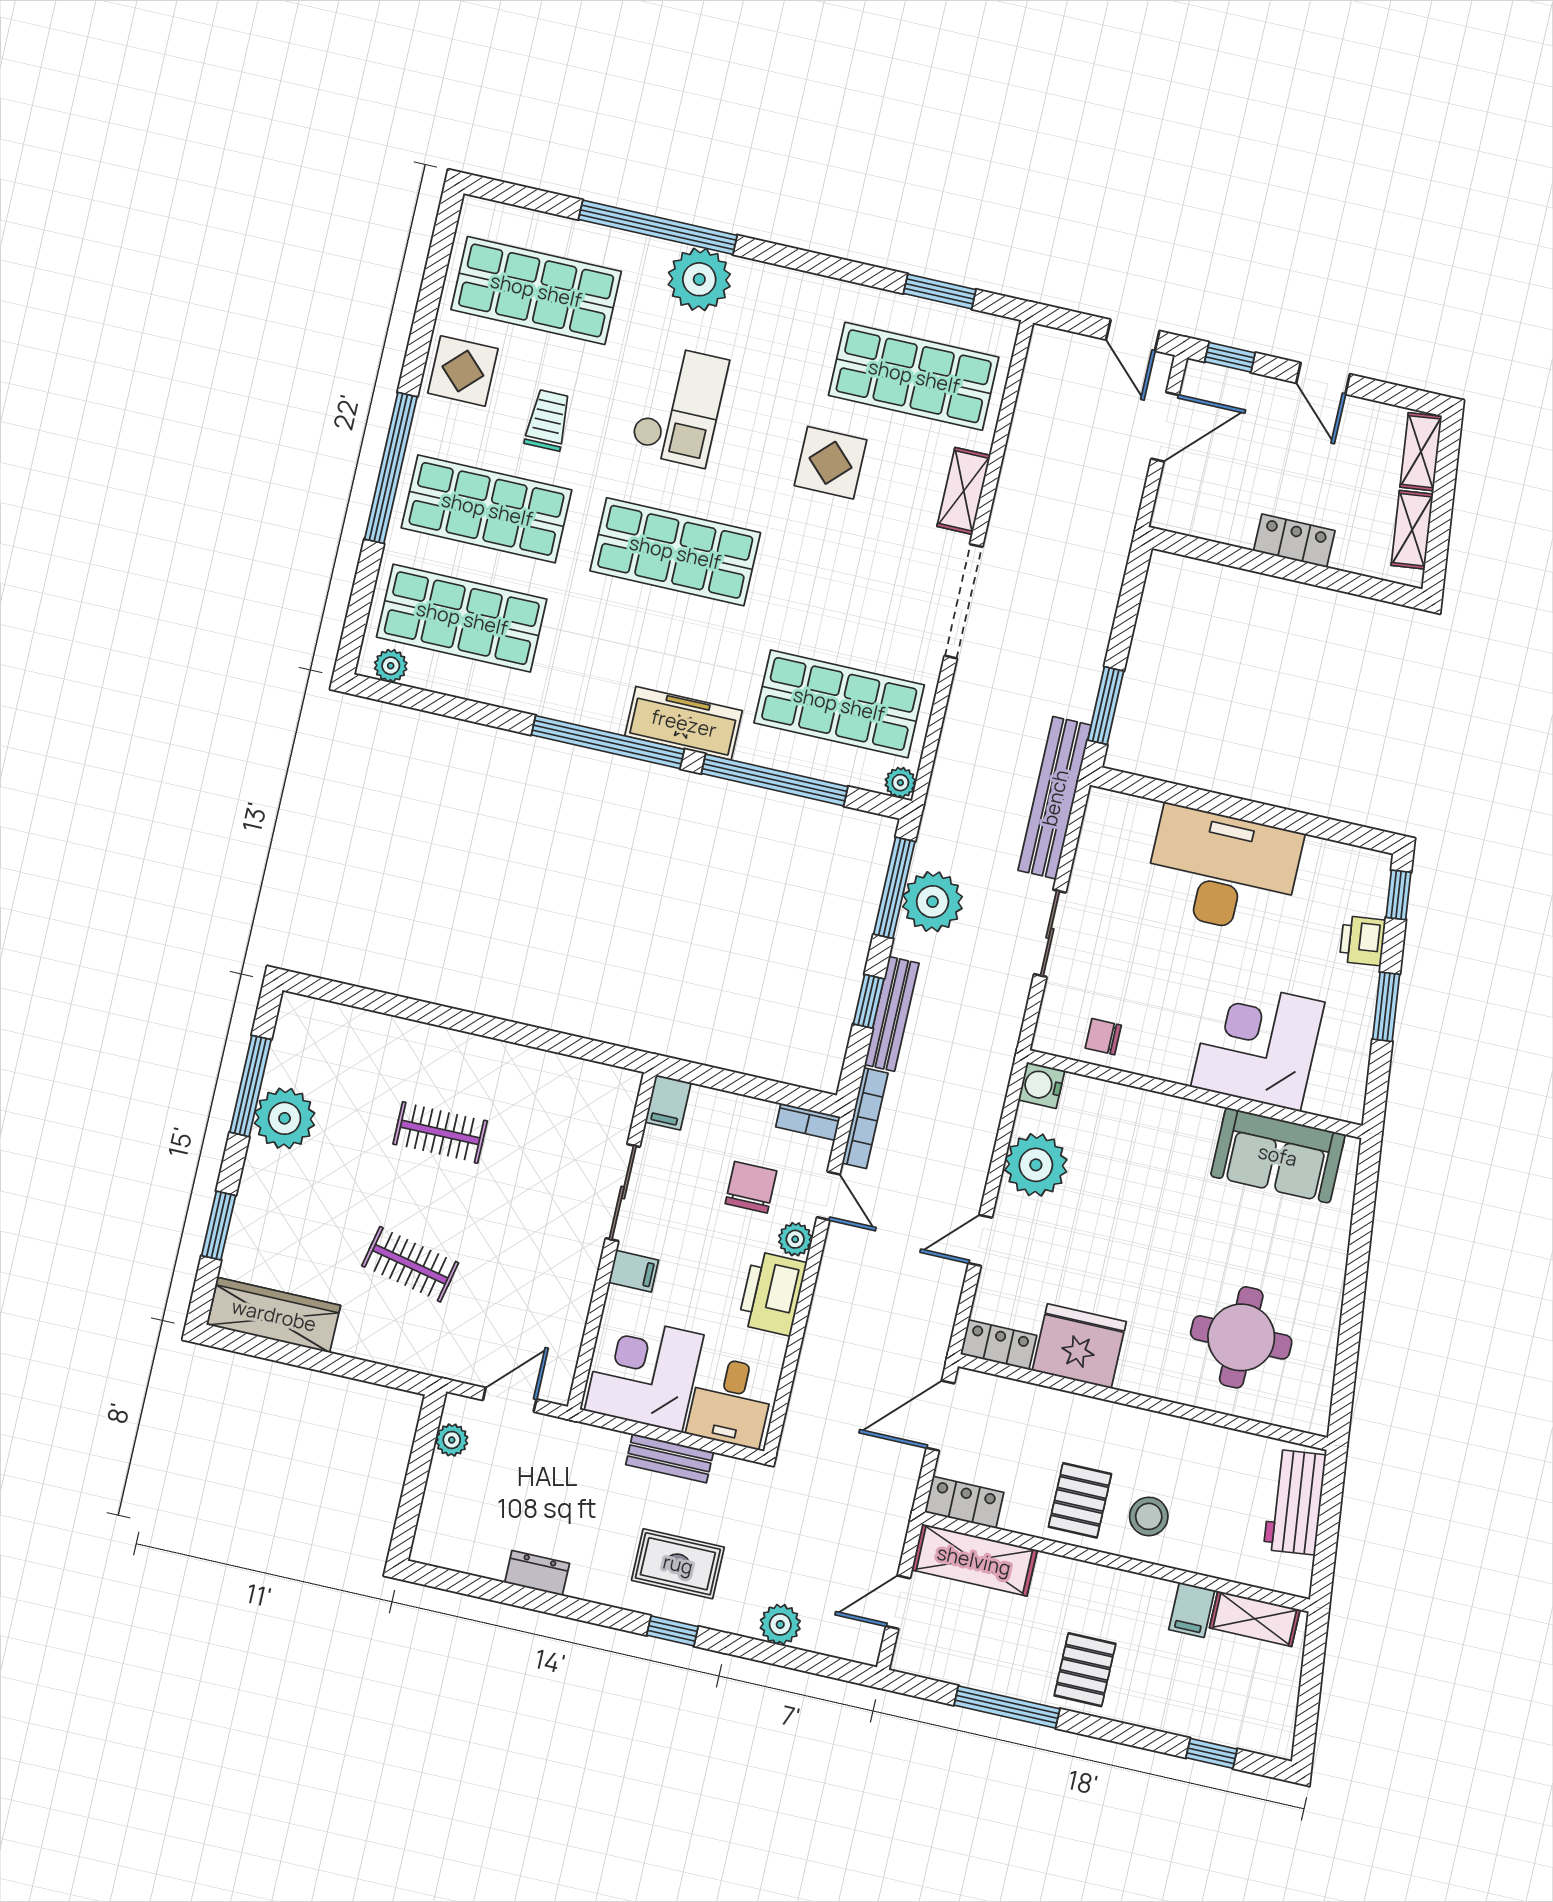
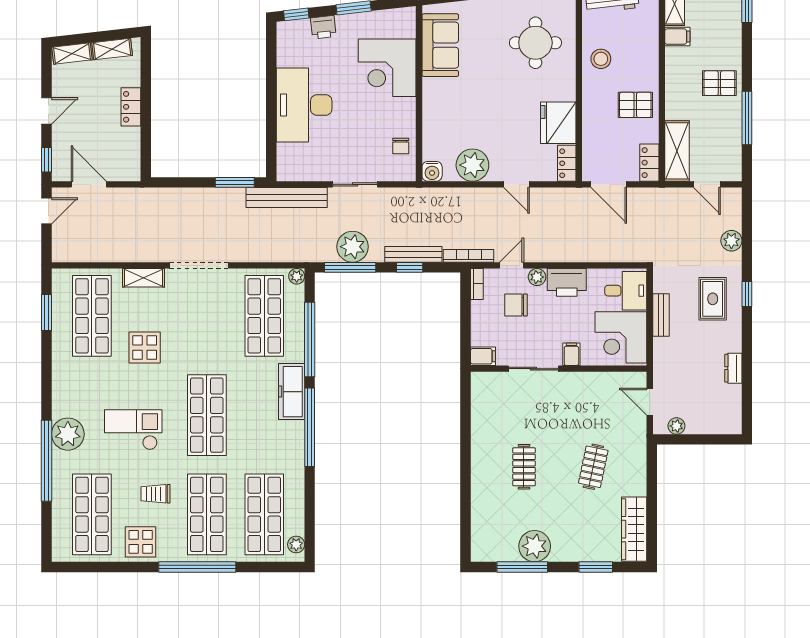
stool: (1149, 1516) -> (601, 59), moved

